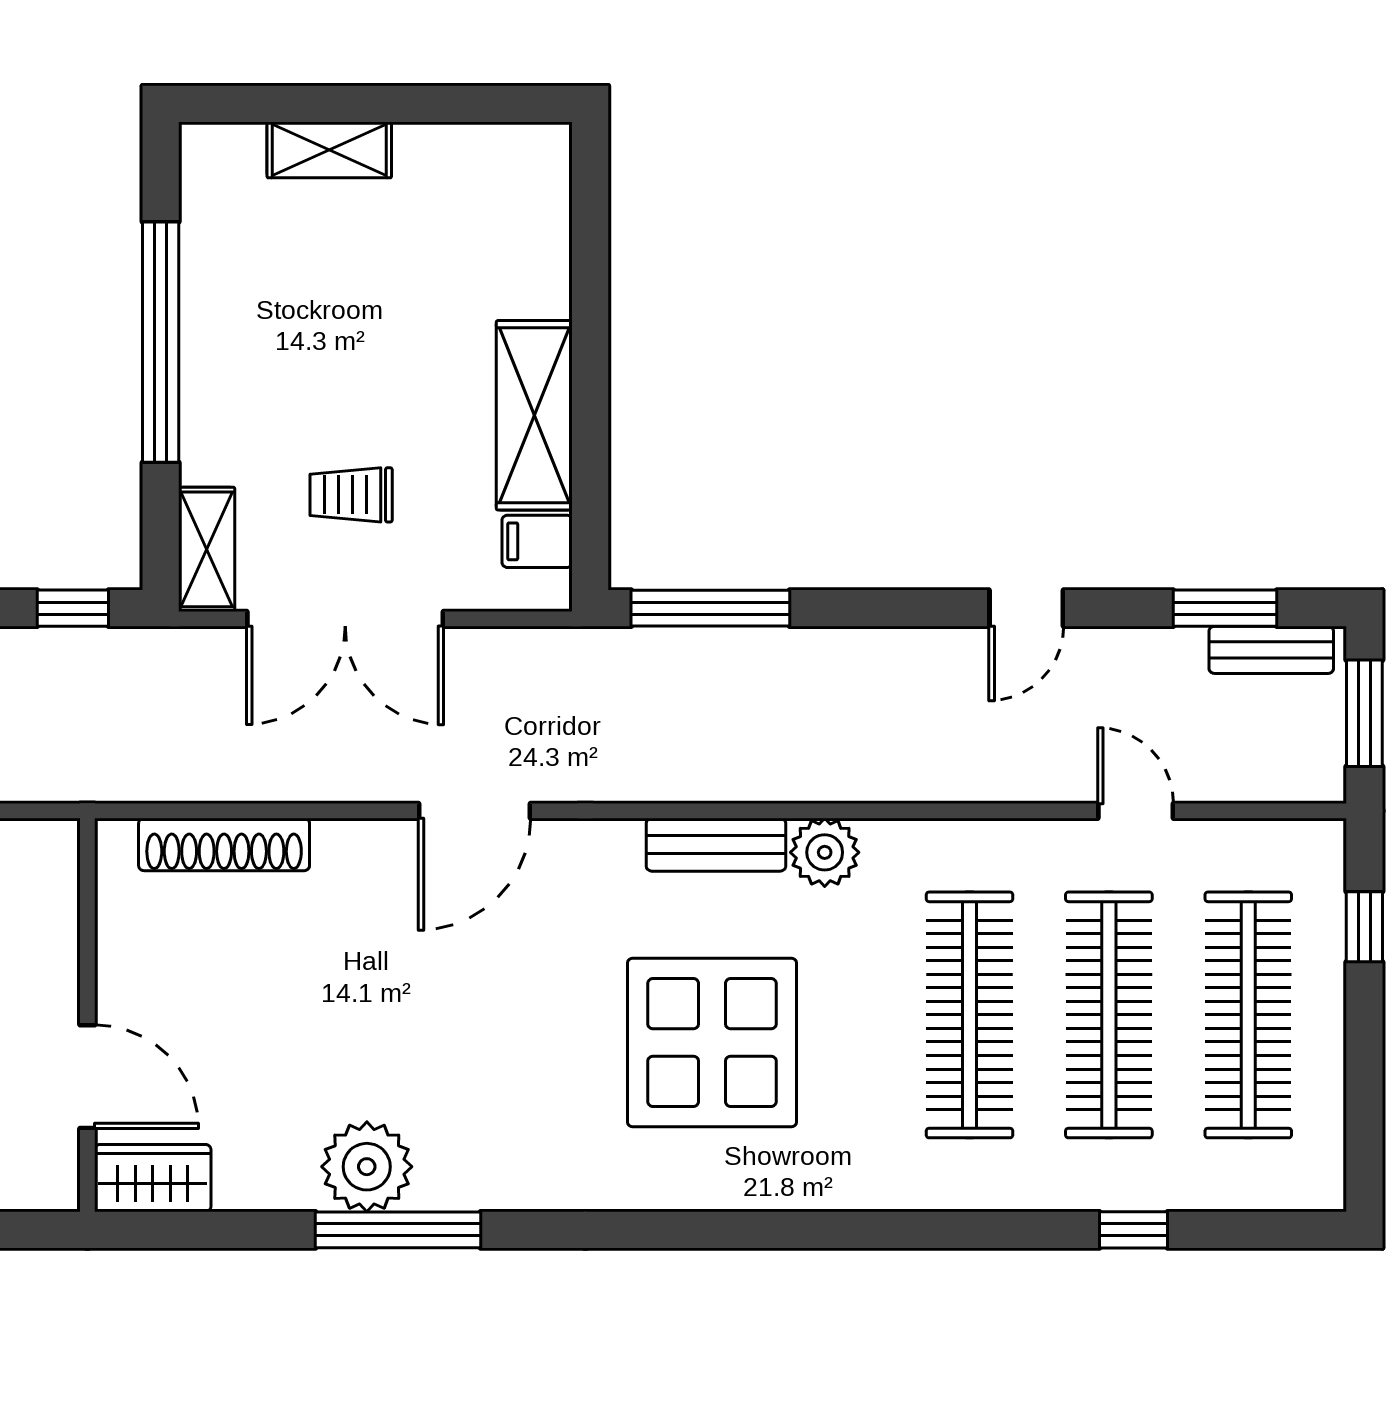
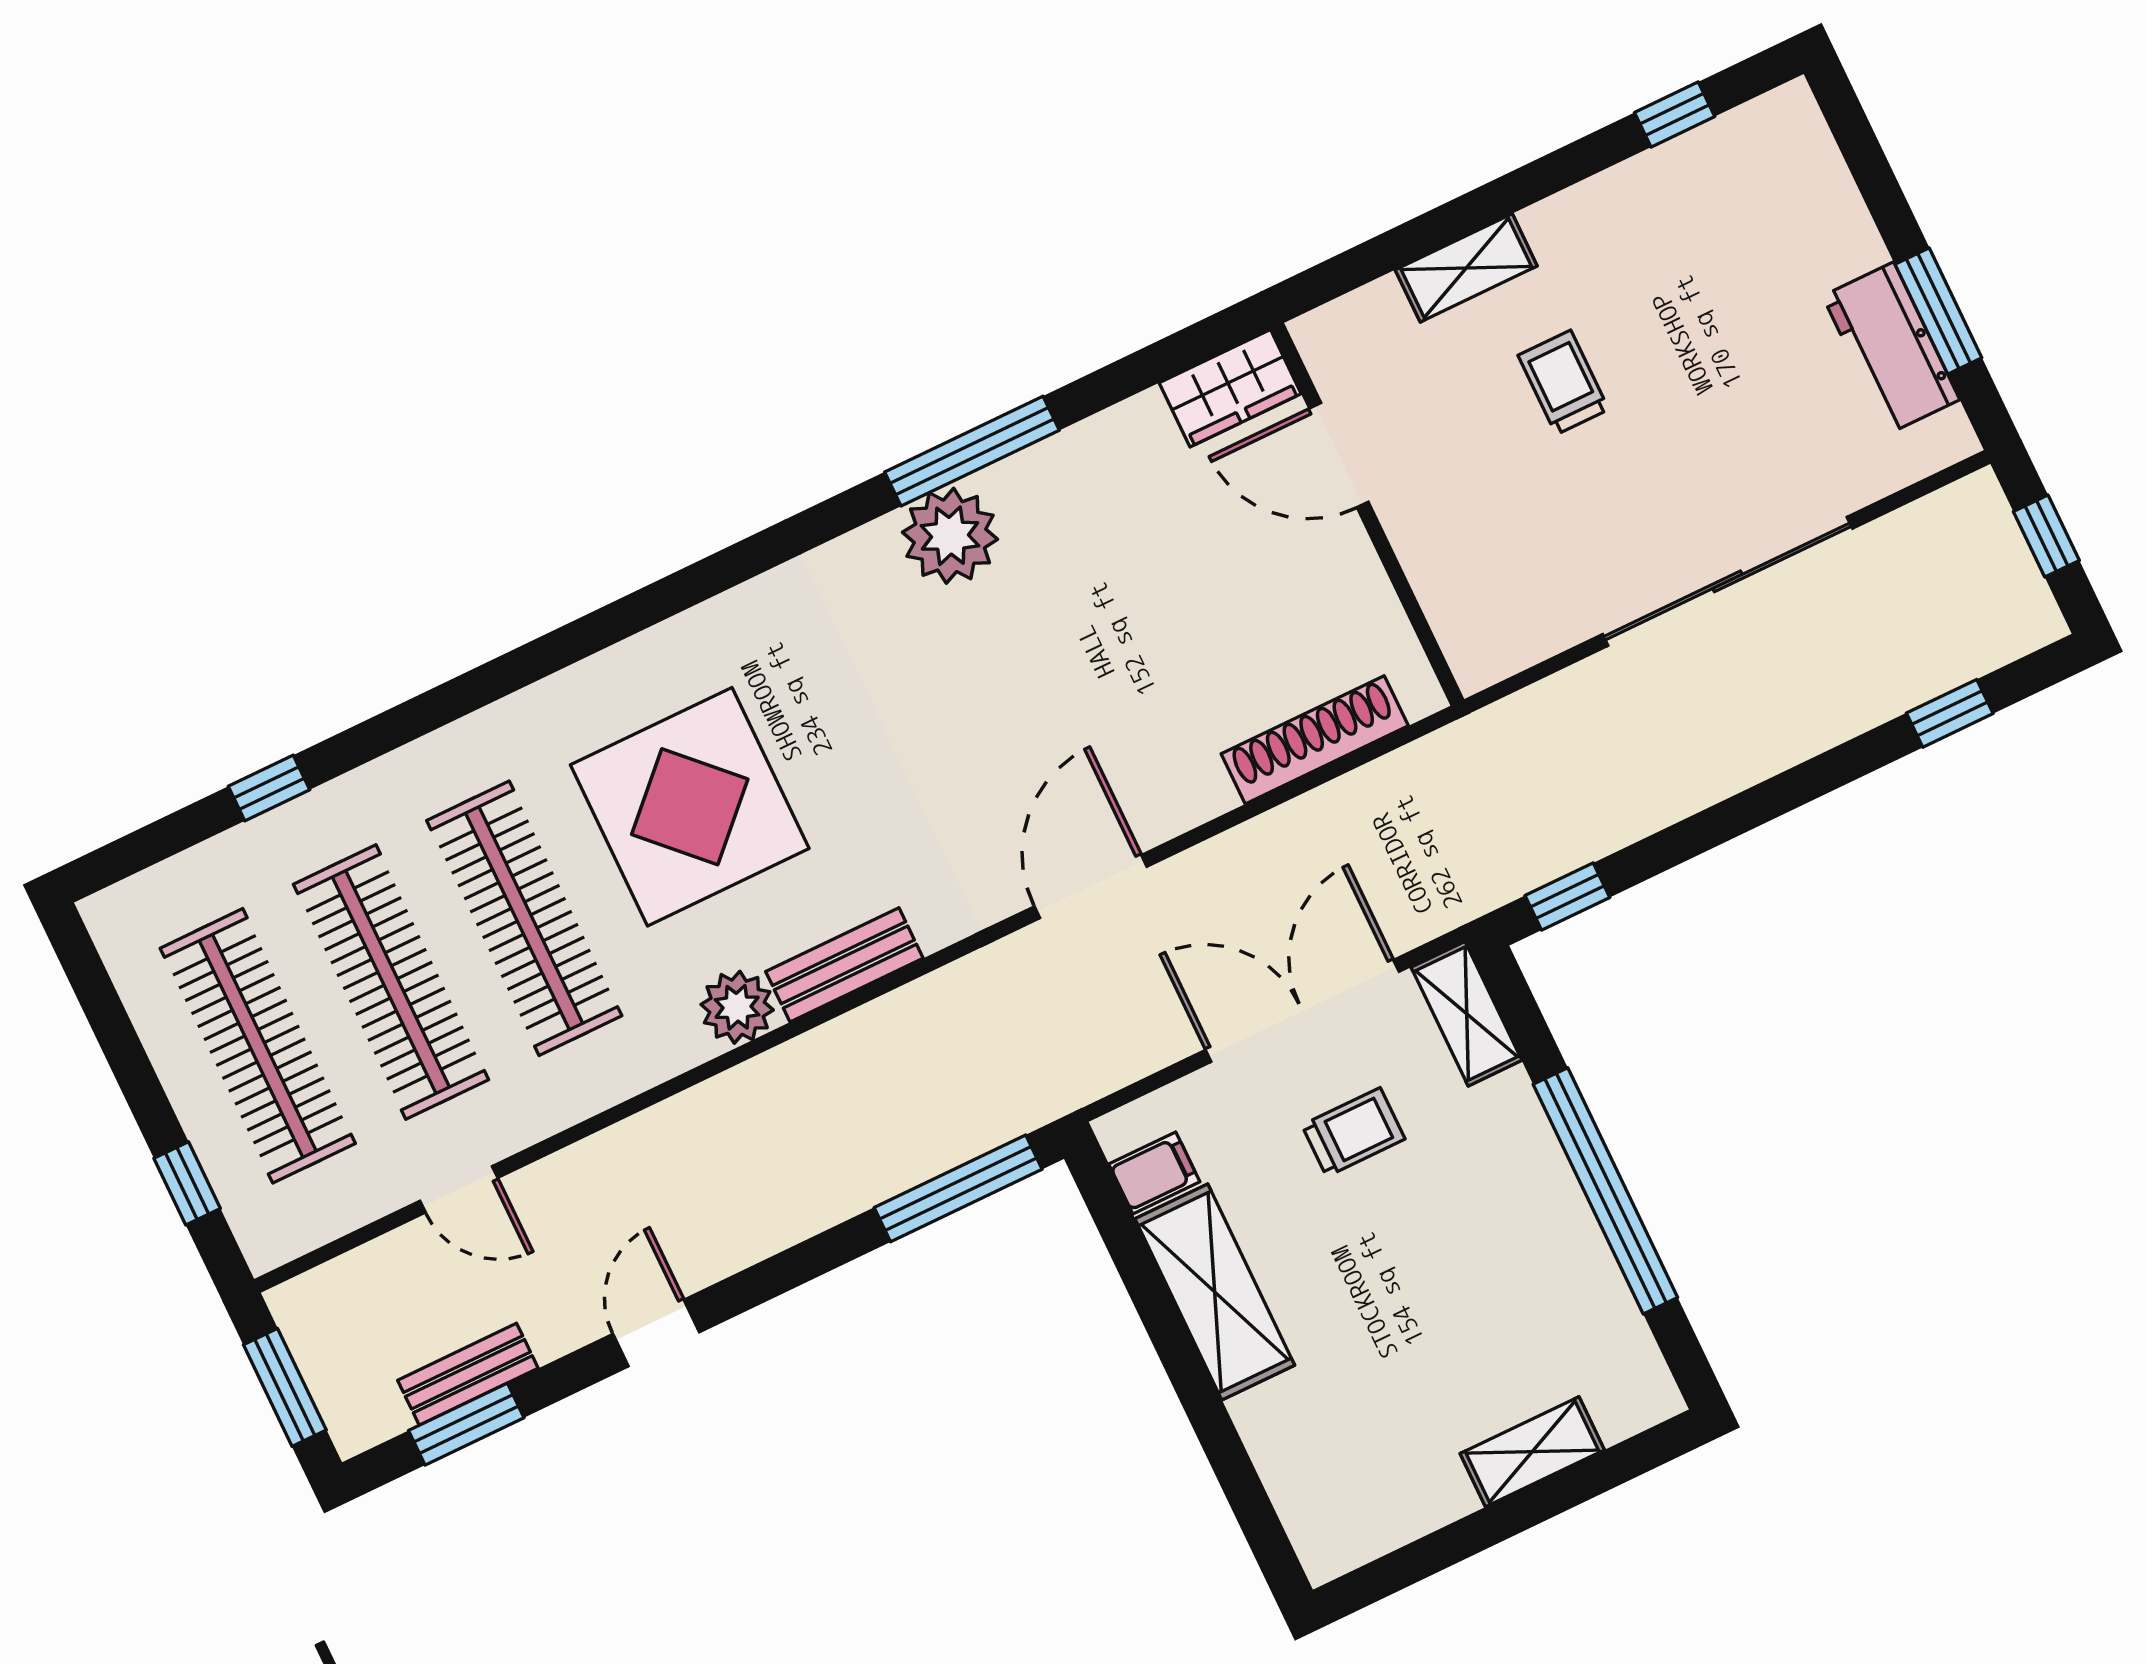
bench: (1271, 650) -> (468, 1374), moved
display table: (712, 1042) -> (690, 807), moved
plant: (367, 1167) -> (950, 536), moved

